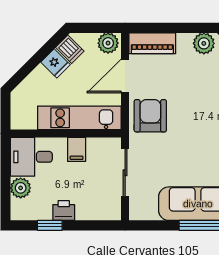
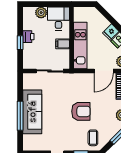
door: (125, 76) -> (104, 71), swing flipped
armchair: (150, 116) -> (81, 111), moved
window: (50, 225) -> (20, 43), moved

